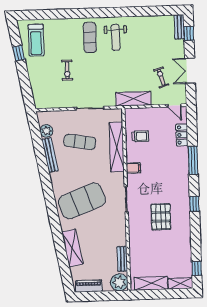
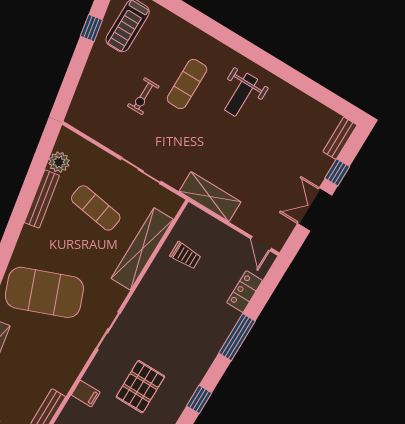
window: (189, 33) -> (337, 172), moved
exercise mat: (90, 37) -> (187, 84), moved
exercise bike: (161, 77) -> (268, 192), removed
filing cabinet: (133, 168) -> (86, 394), moved

